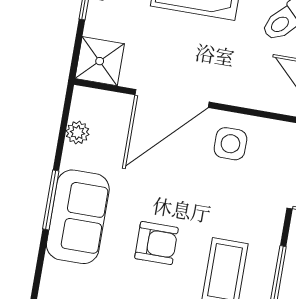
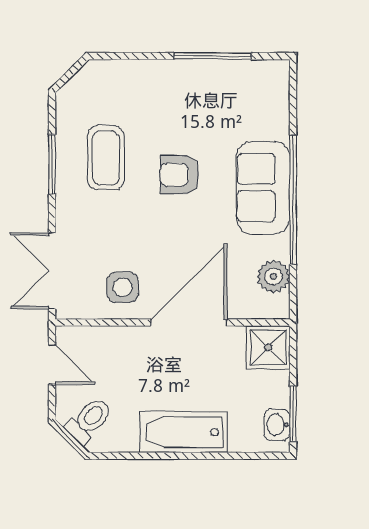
plant: (78, 133) -> (273, 276), width x1.38, depth x1.38
window: (51, 200) -> (293, 200), width x2.11

